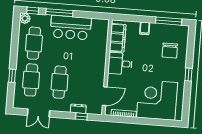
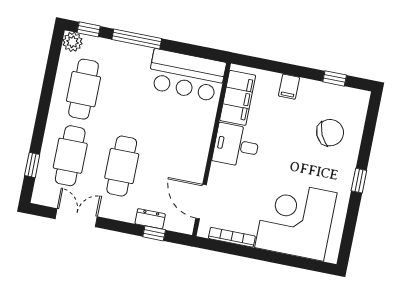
window: (169, 21) -> (335, 78), width x0.46
bar counter: (71, 28) -> (187, 75), moved
chair: (170, 51) -> (330, 133), turned -114
window: (12, 76) -> (32, 165), moved
door: (105, 96) -> (201, 202), swing flipped
double door: (38, 113) -> (76, 218), swing flipped

